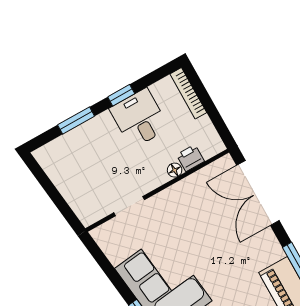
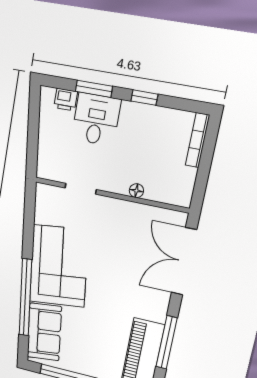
desk: (139, 118) -> (96, 119), moved
printer: (190, 158) -> (66, 100), moved, turned 180

